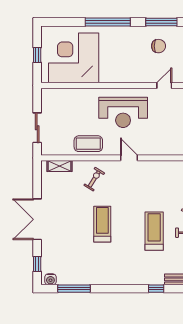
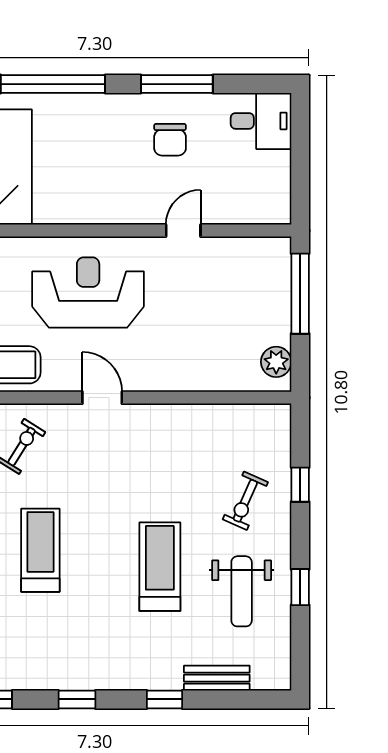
chair: (159, 46) -> (170, 140), turned 90
reception desk: (123, 112) -> (88, 293), turned 180
window: (118, 289) -> (77, 699), added

